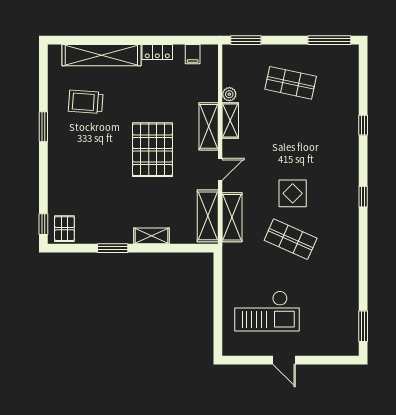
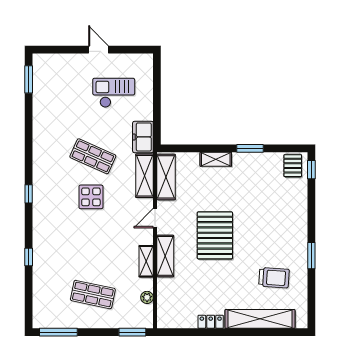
filing cabinet: (193, 54) -> (179, 320), removed
plant: (229, 94) -> (147, 297), moved
freezer: (234, 261) -> (143, 137), added
checkout: (267, 311) -> (114, 93), width x0.73, depth x0.83

